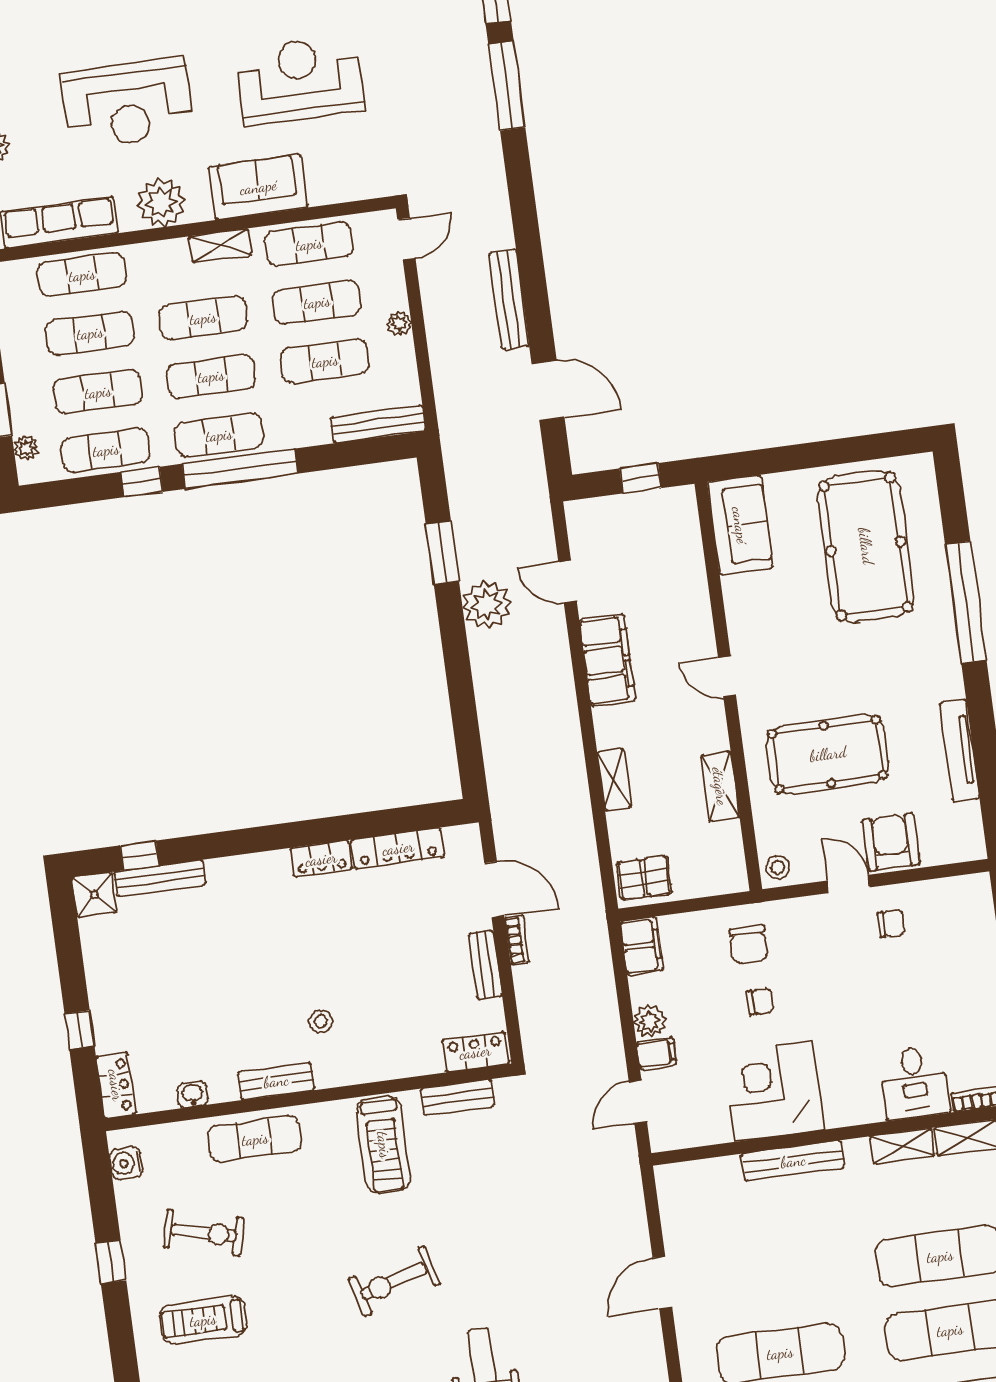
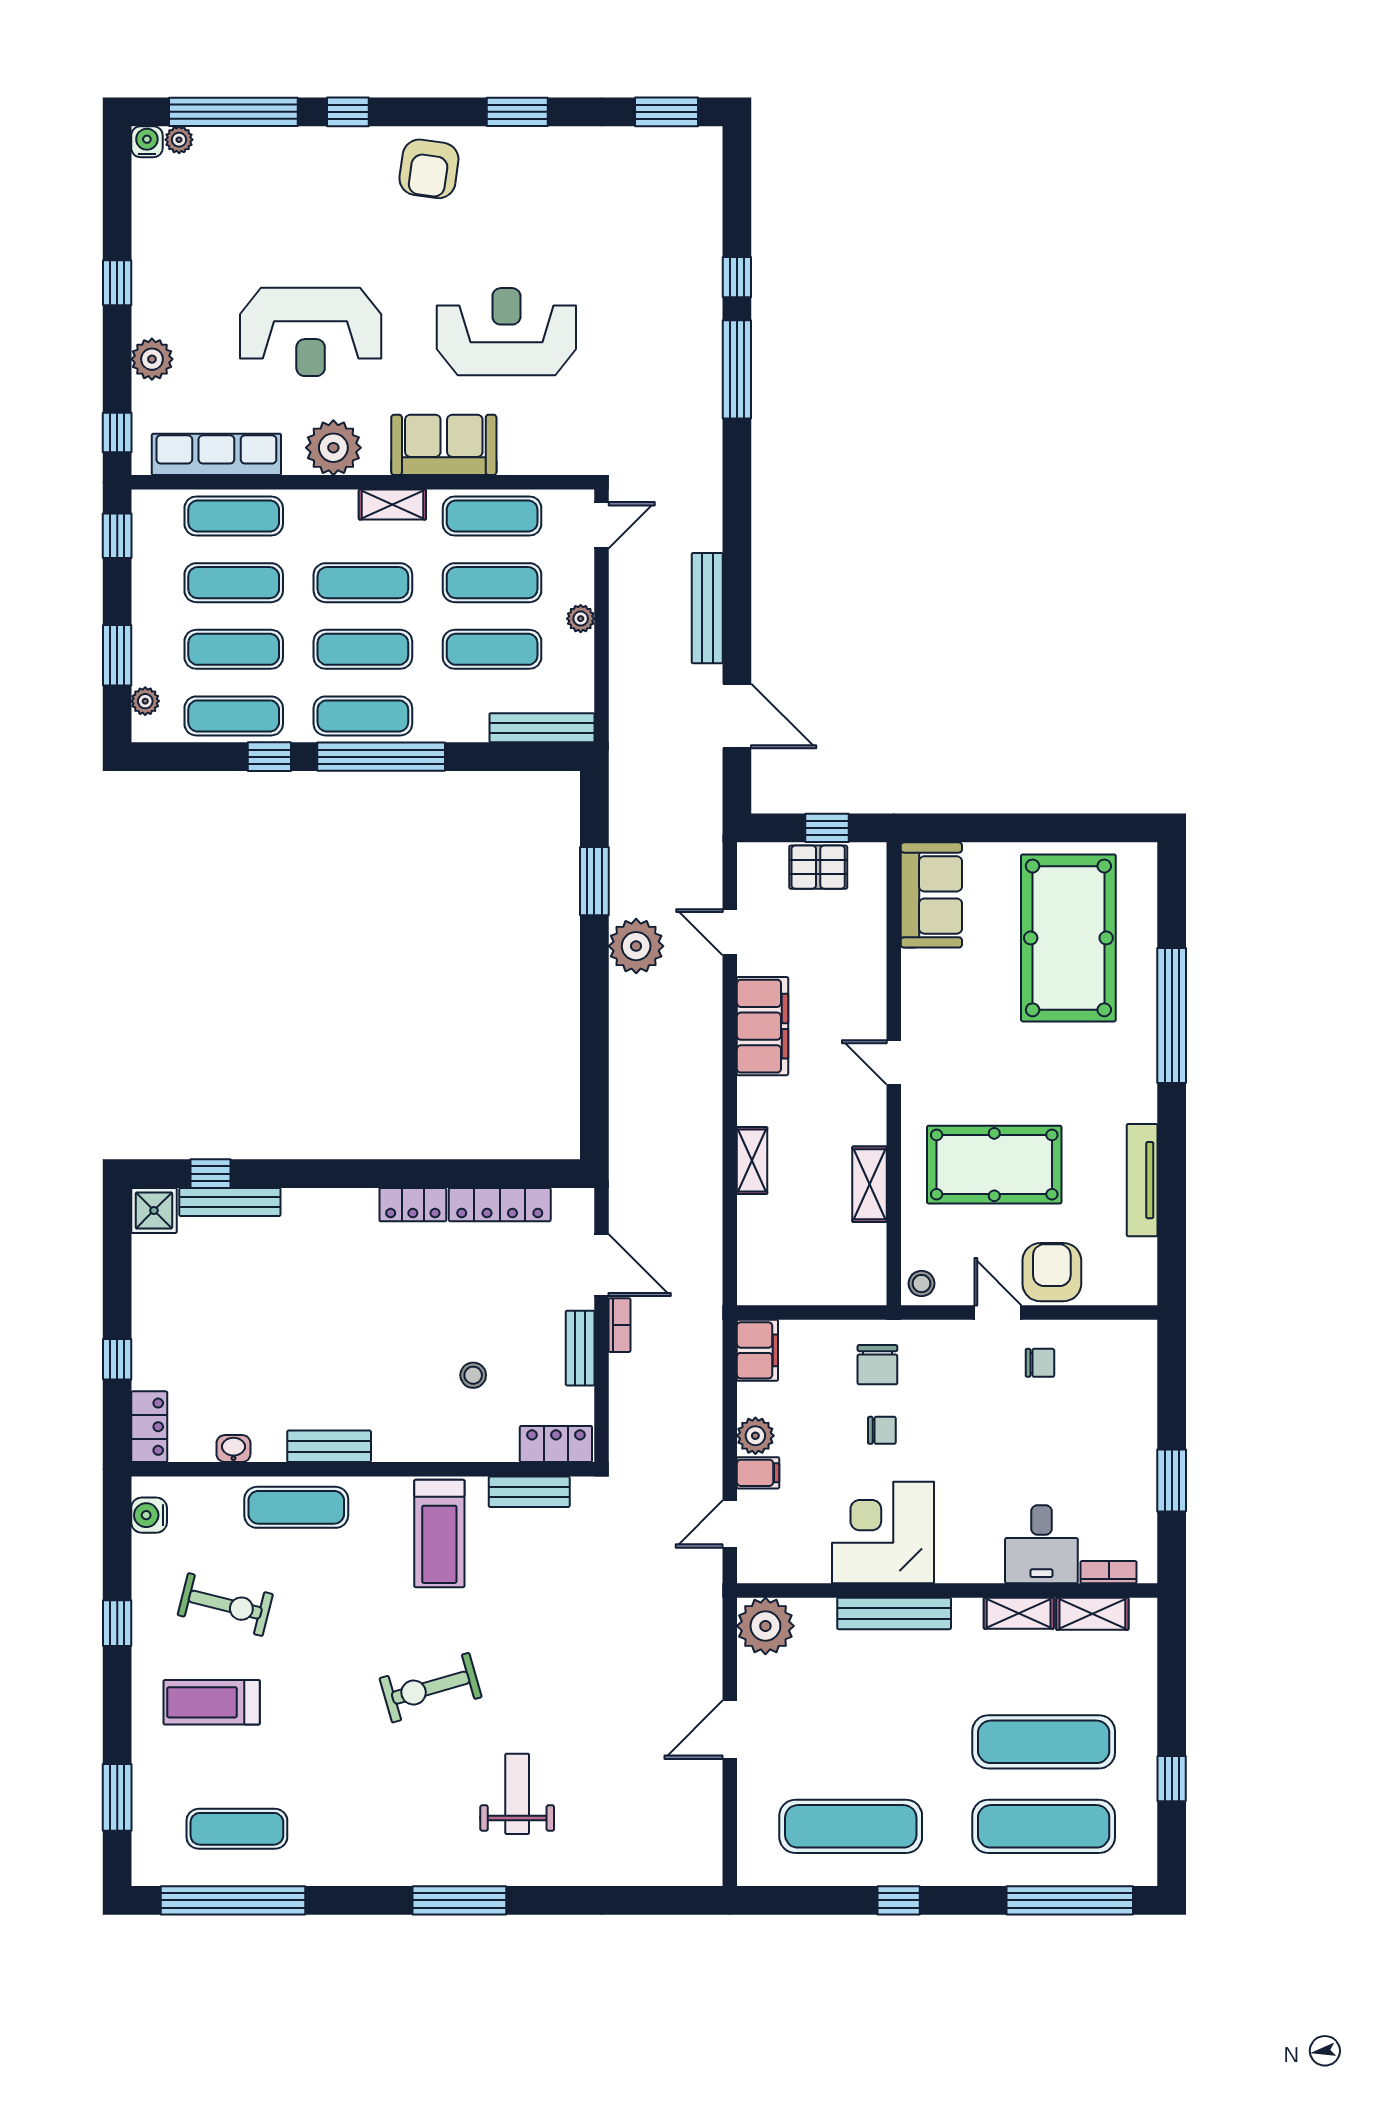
pallet: (644, 878) -> (818, 867), moved
stool: (321, 1021) -> (473, 1375), moved
plant: (681, 1187) -> (765, 1626), added

